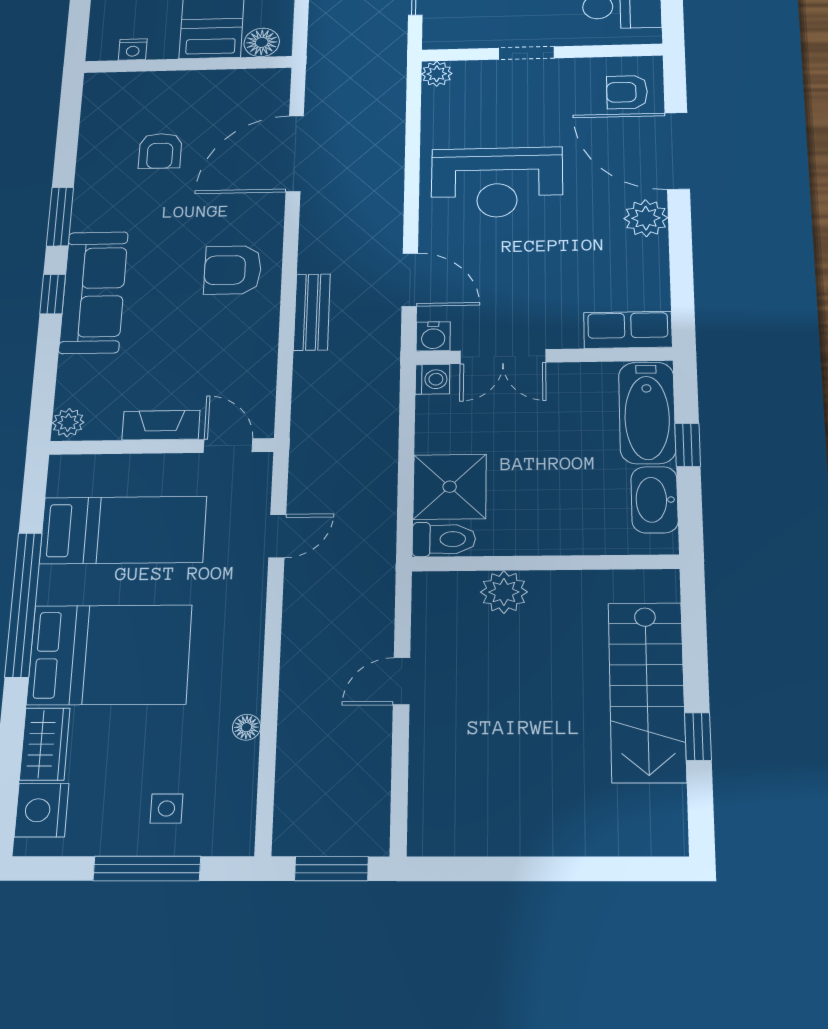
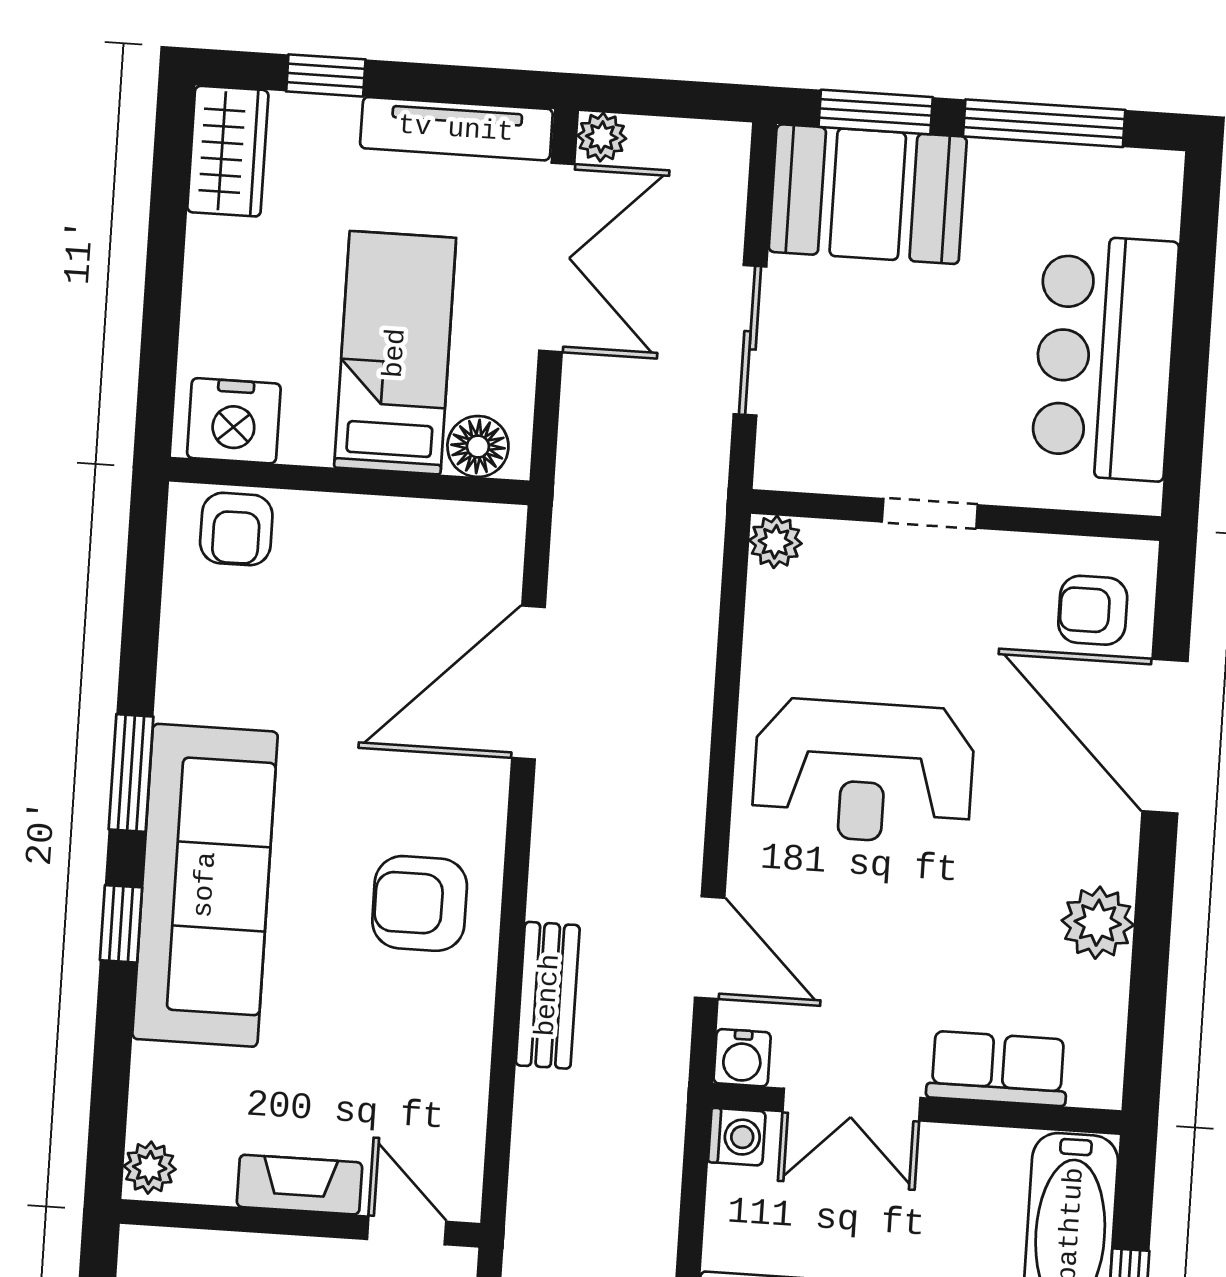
nightstand: (133, 50) -> (234, 421), width x1.89, depth x1.79
armchair: (160, 151) -> (236, 529), moved
plant: (646, 218) -> (1098, 923), moved
sofa: (94, 292) -> (205, 885), width x1.36, depth x1.27
row of seats: (628, 330) -> (998, 1068), moved

